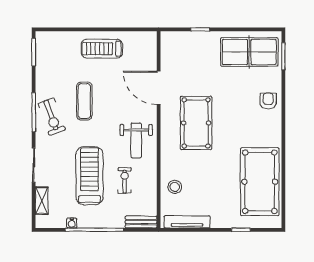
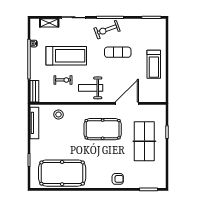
treadmill: (102, 49) -> (154, 64), turned 180
table tennis table: (249, 52) -> (144, 141), moved

